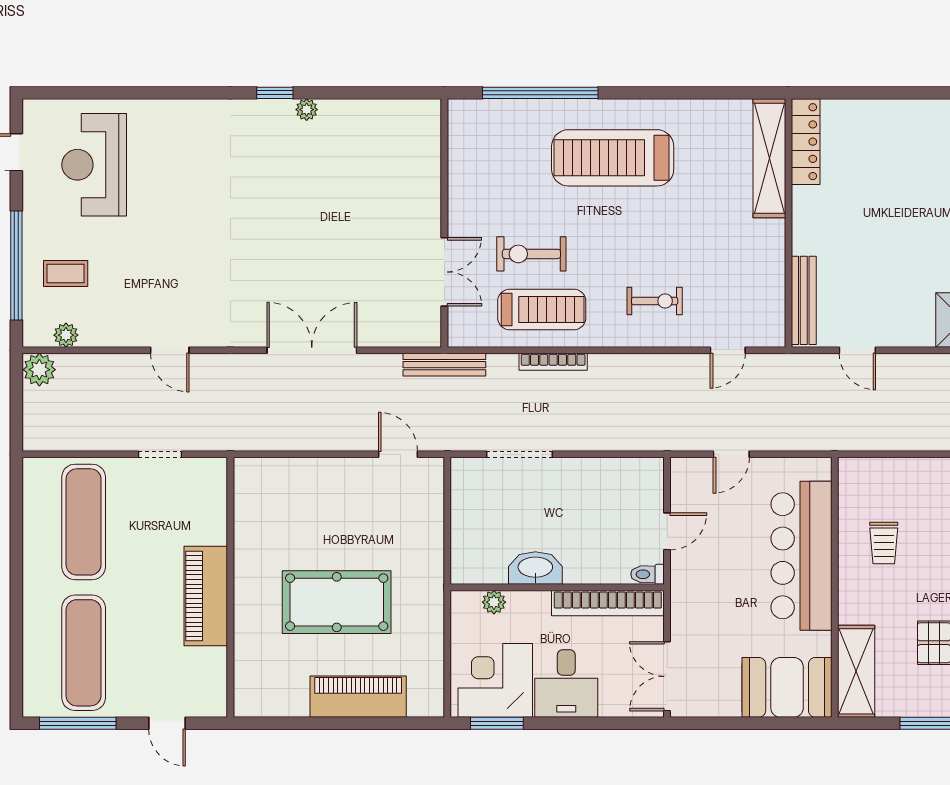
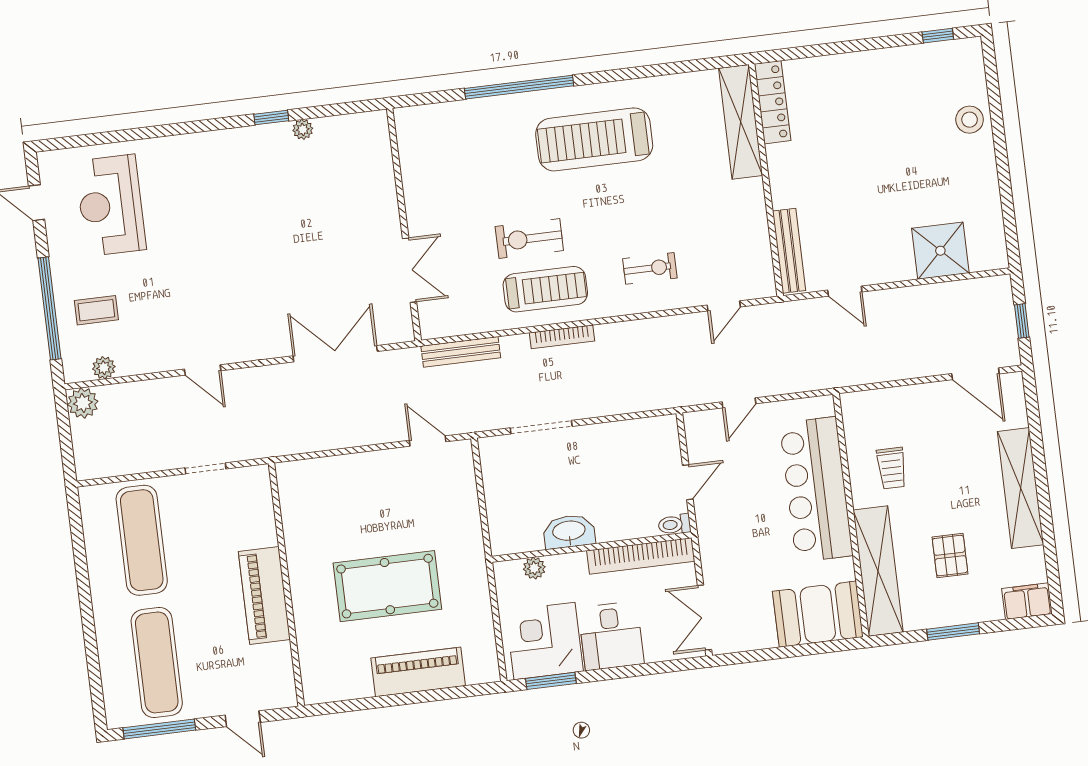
wall: (444, 223) -> (404, 225), moved
double door: (444, 272) -> (410, 270), moved
shelving: (856, 671) -> (878, 571), width x1.47

